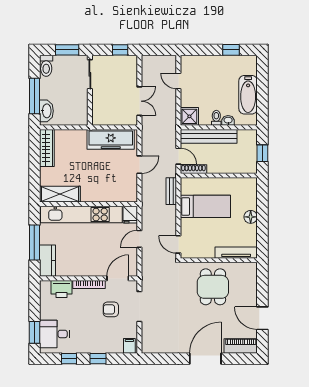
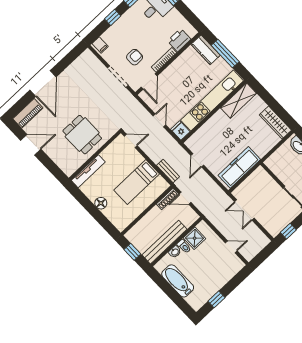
shower: (189, 116) -> (195, 238), moved
bench: (209, 136) -> (164, 242), moved
door: (139, 165) -> (197, 160), moved

